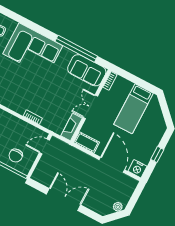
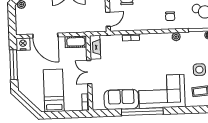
window: (76, 49) -> (142, 112), moved
sofa: (87, 70) -> (121, 99), moved
double door: (90, 107) -> (89, 72), swing flipped
window: (157, 154) -> (14, 65), width x2.17

